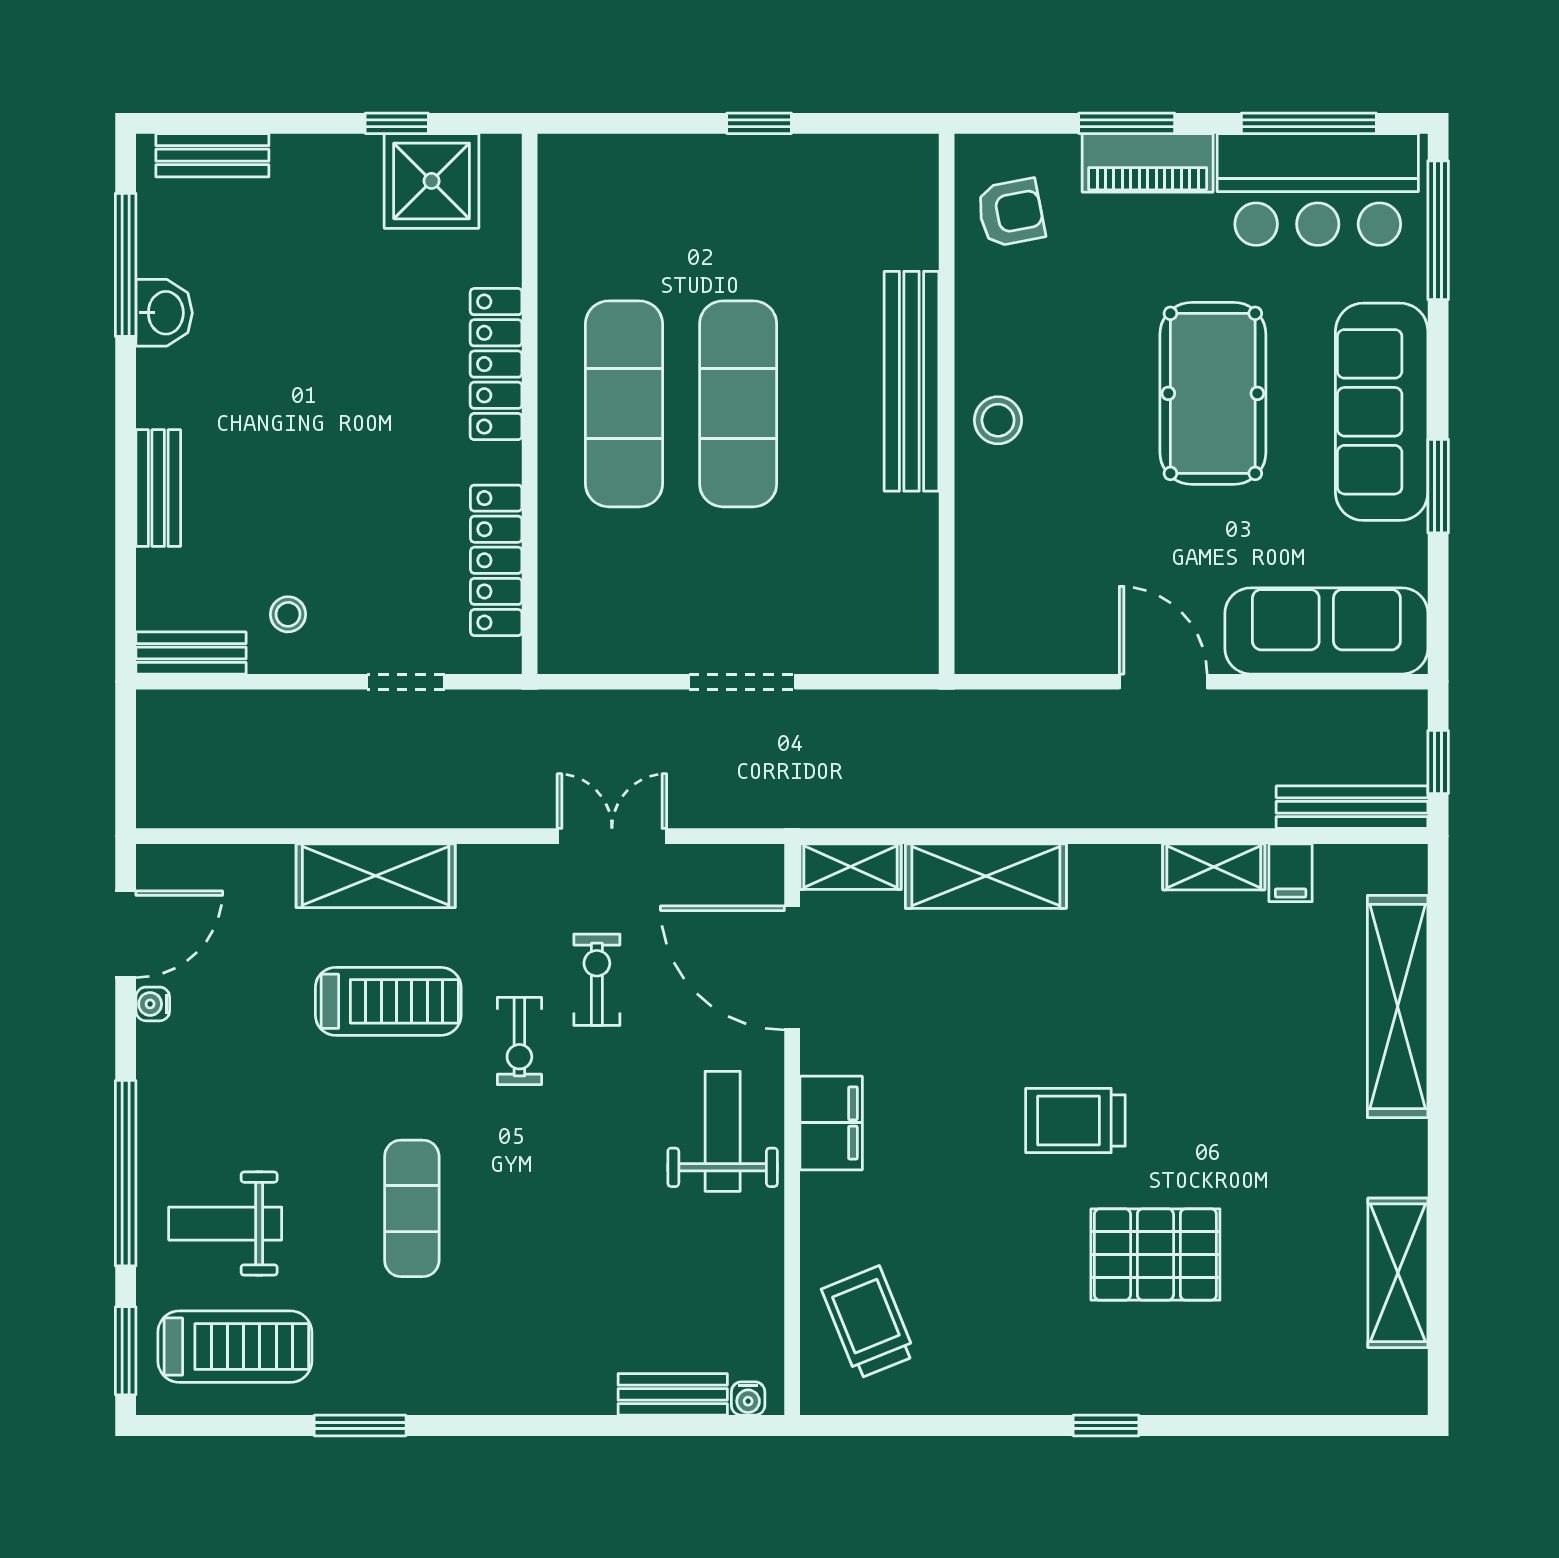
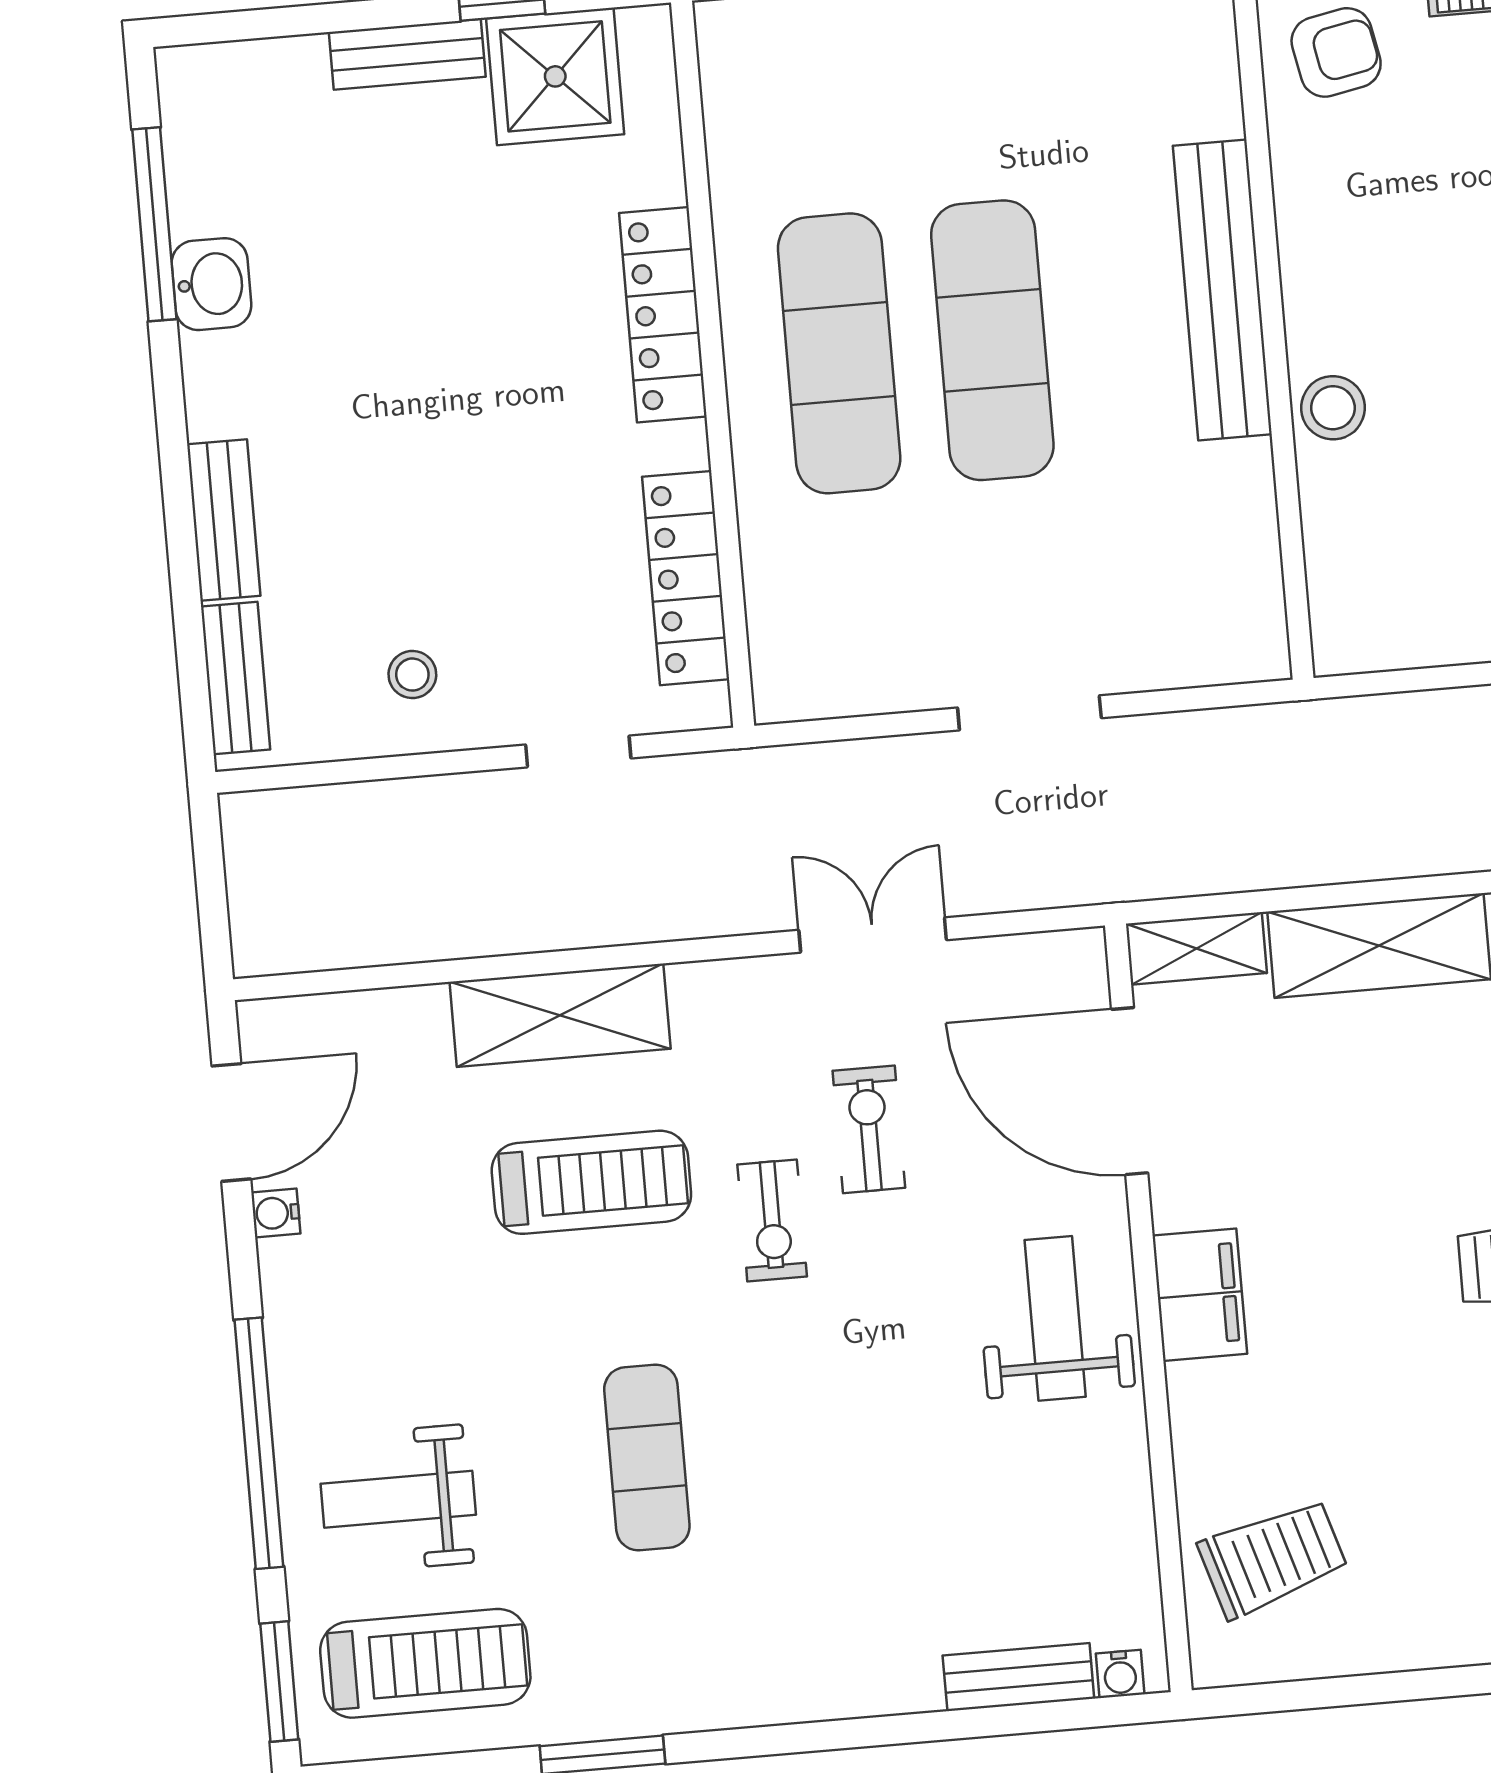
bench: (212, 155) -> (407, 54), moved
stool: (998, 420) -> (1333, 408), moved
bench: (191, 653) -> (236, 678), moved, turned 90
trolley: (868, 1322) -> (1273, 1558), turned 95

